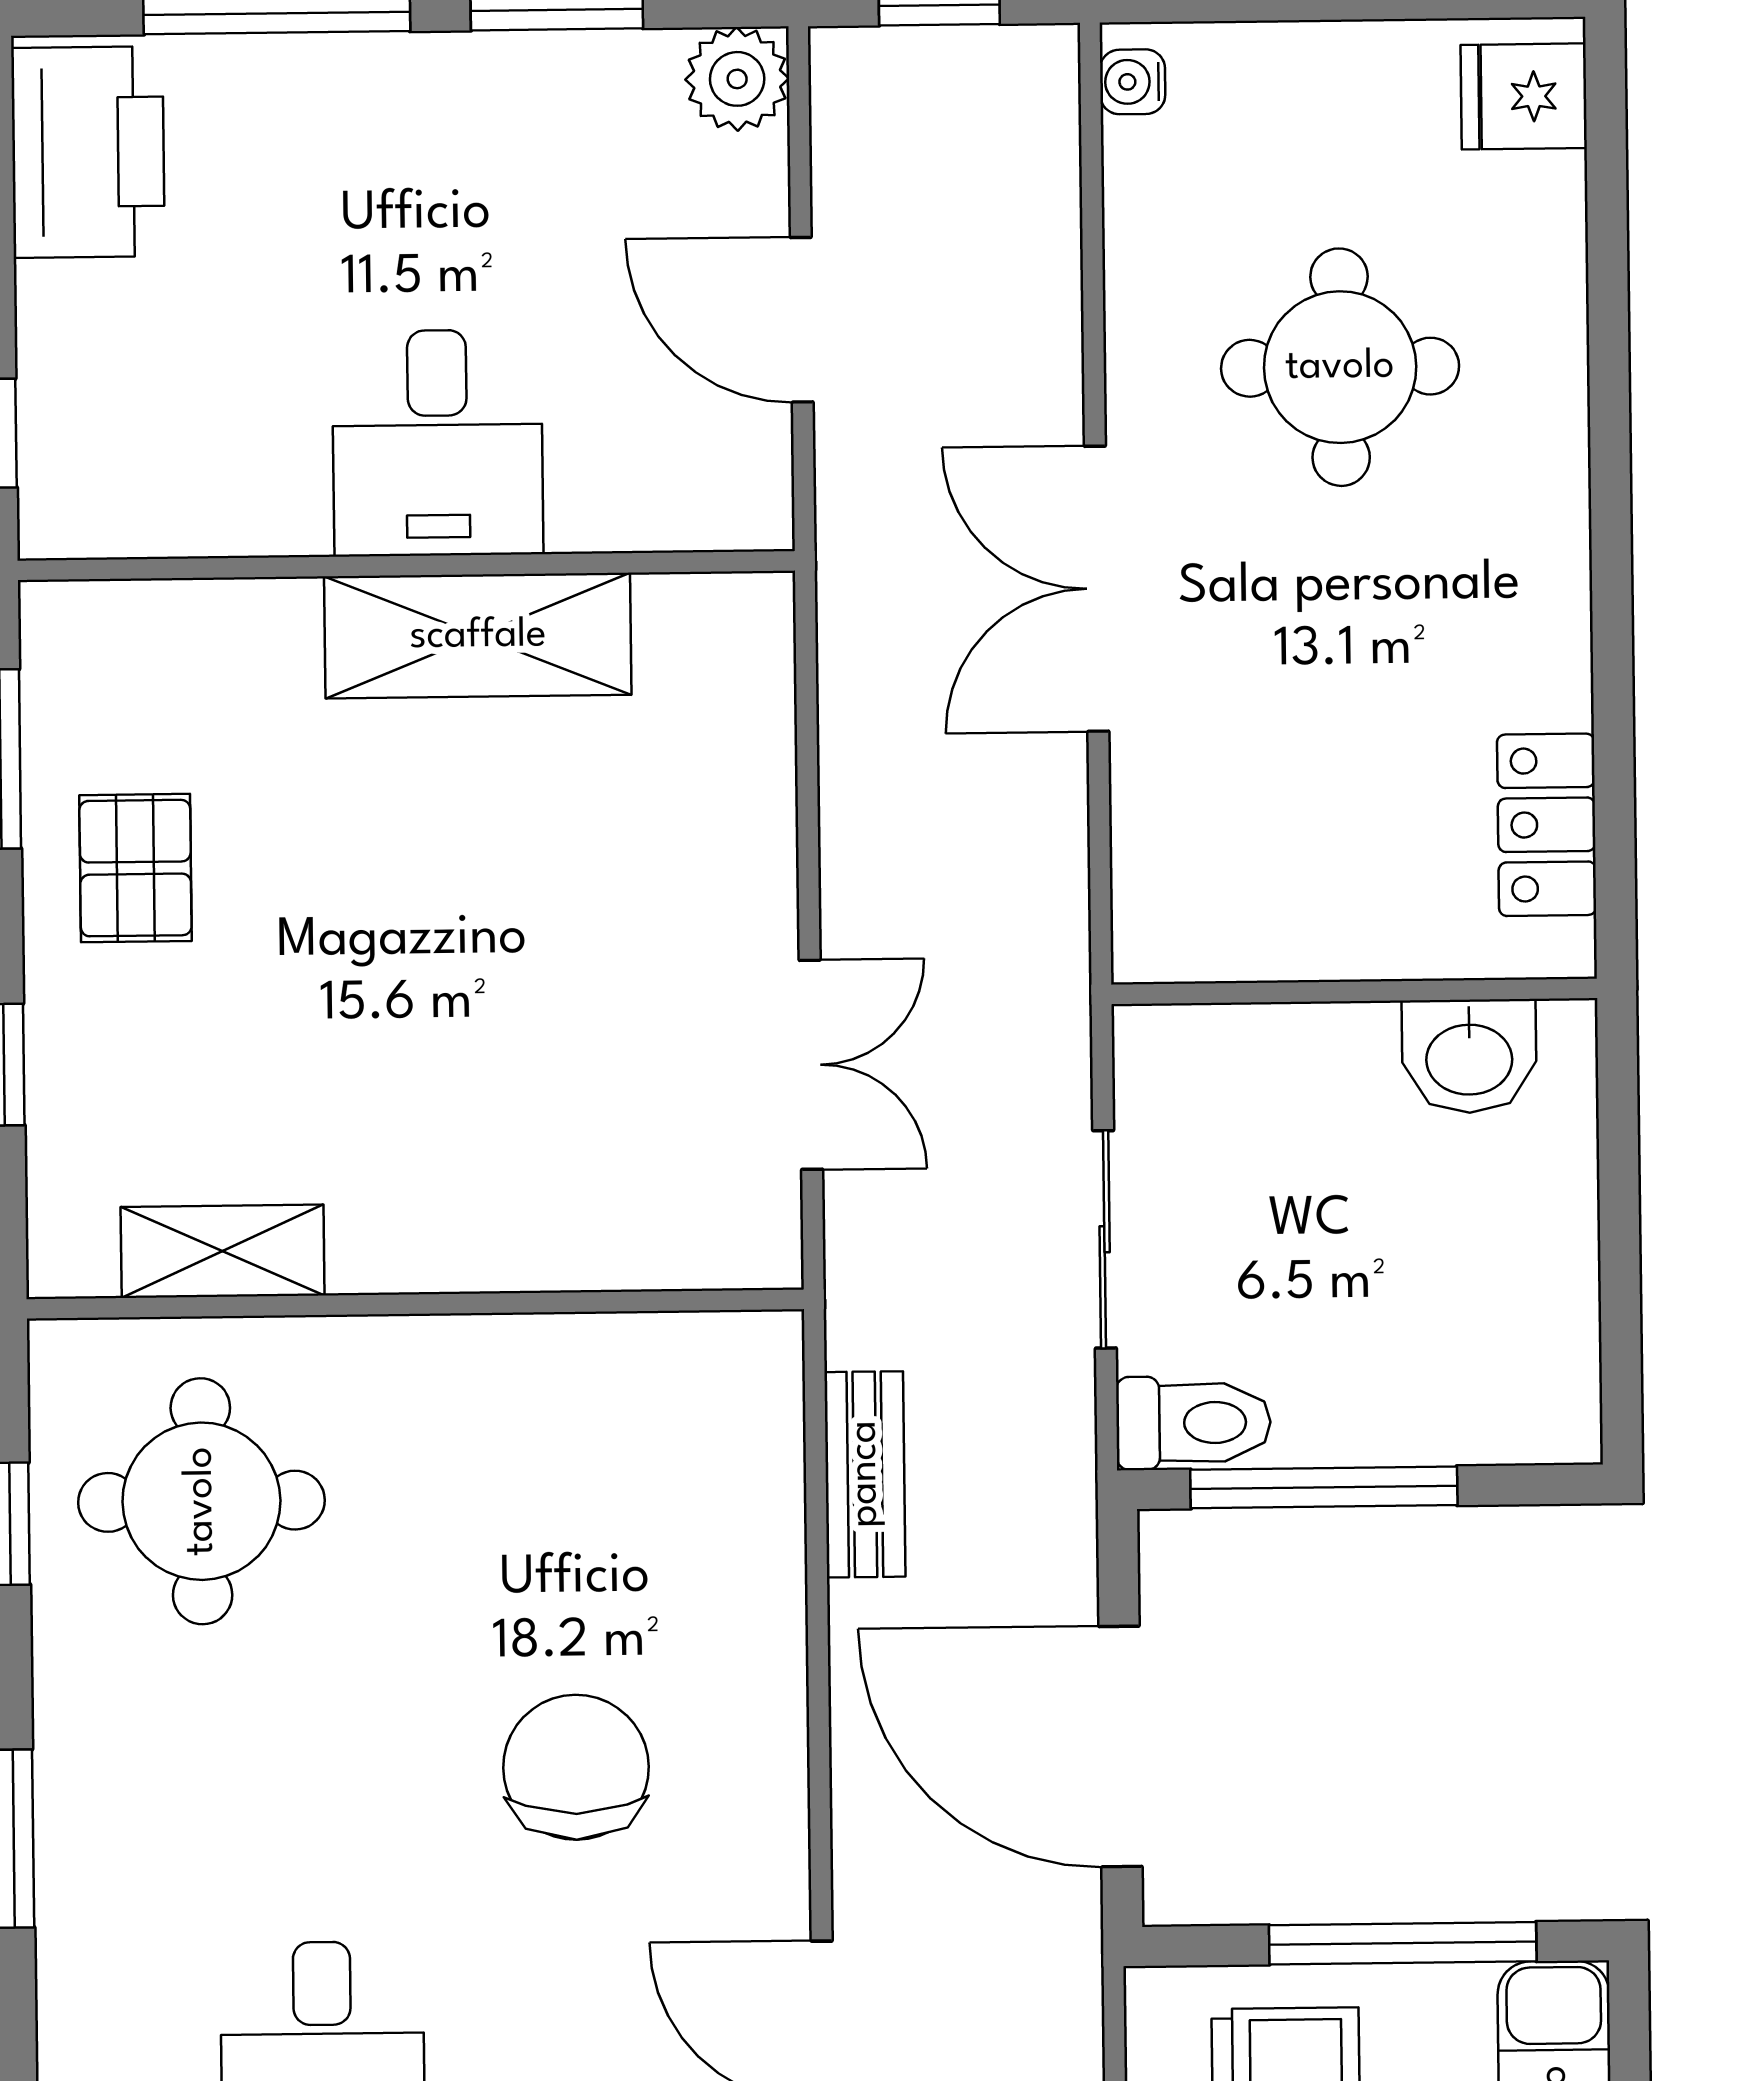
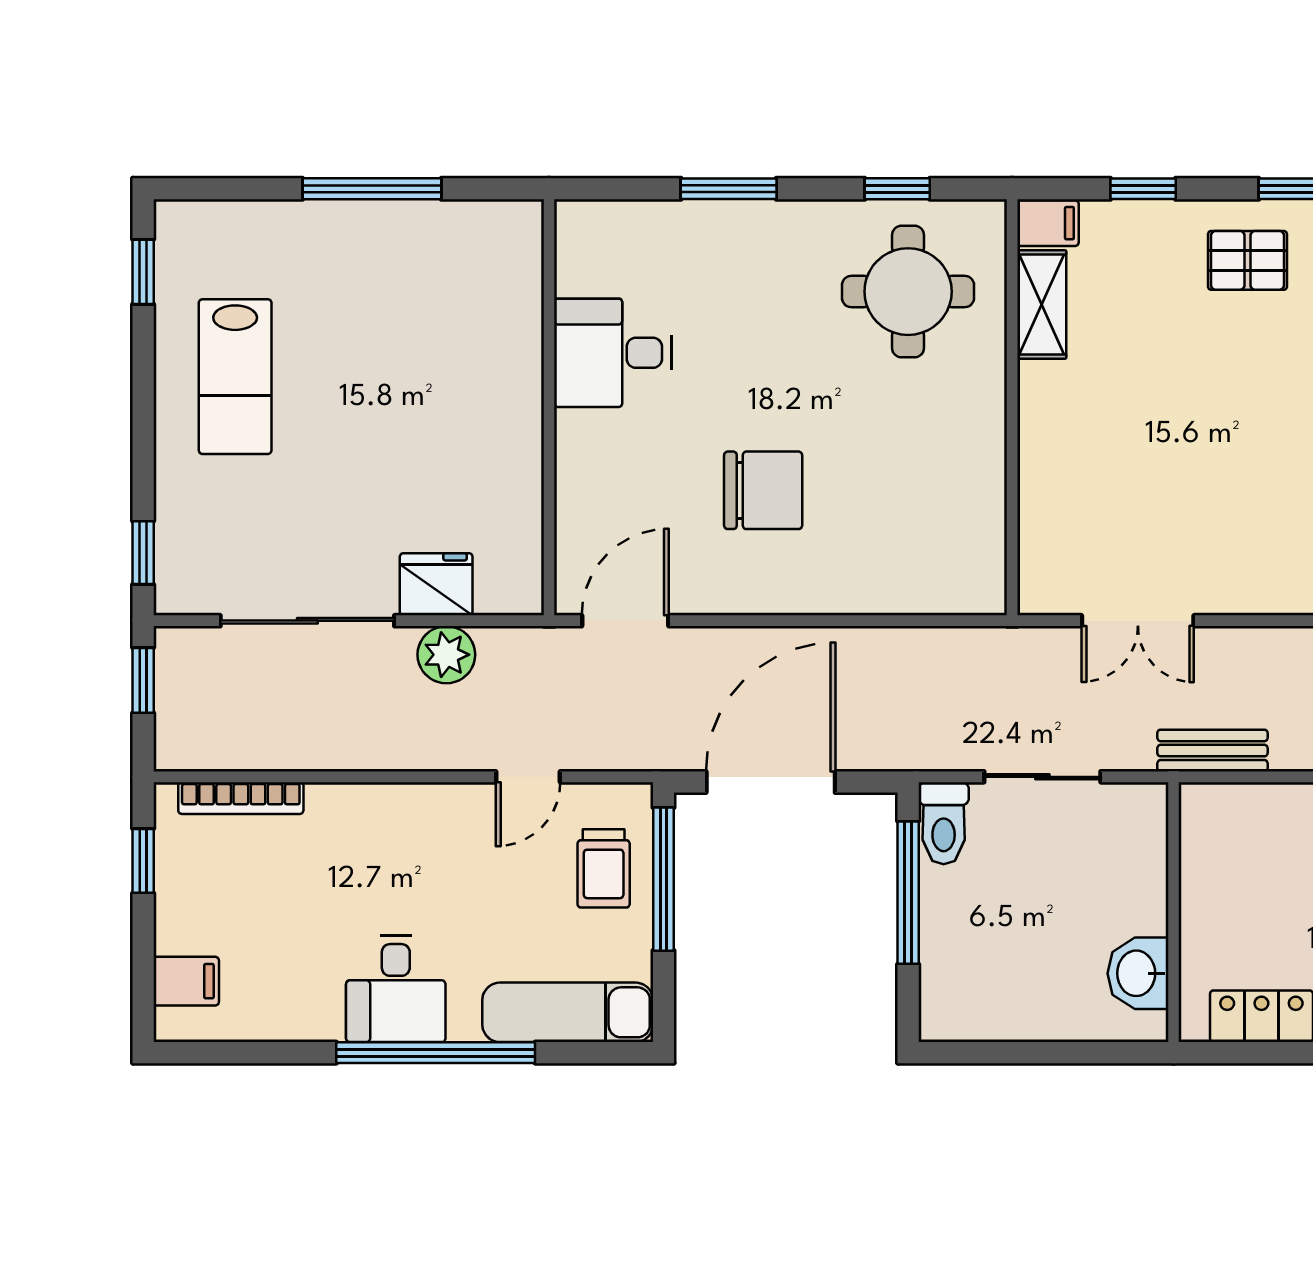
filing cabinet: (71, 1241) -> (1048, 223), added
bench: (865, 1474) -> (1212, 751), moved
window: (1403, 1943) -> (664, 879), moved

